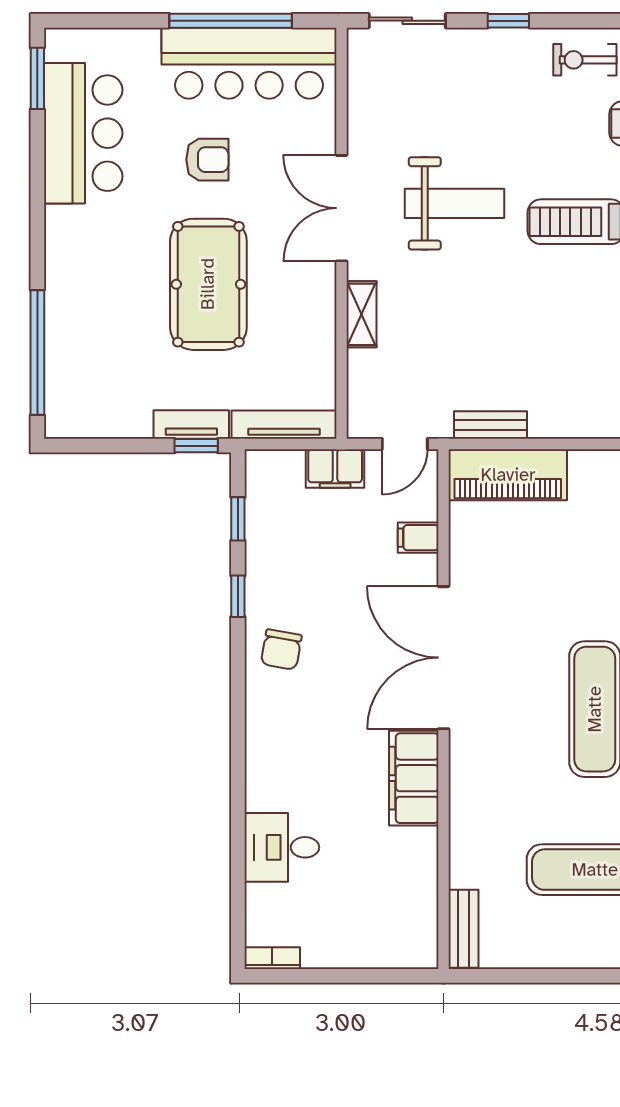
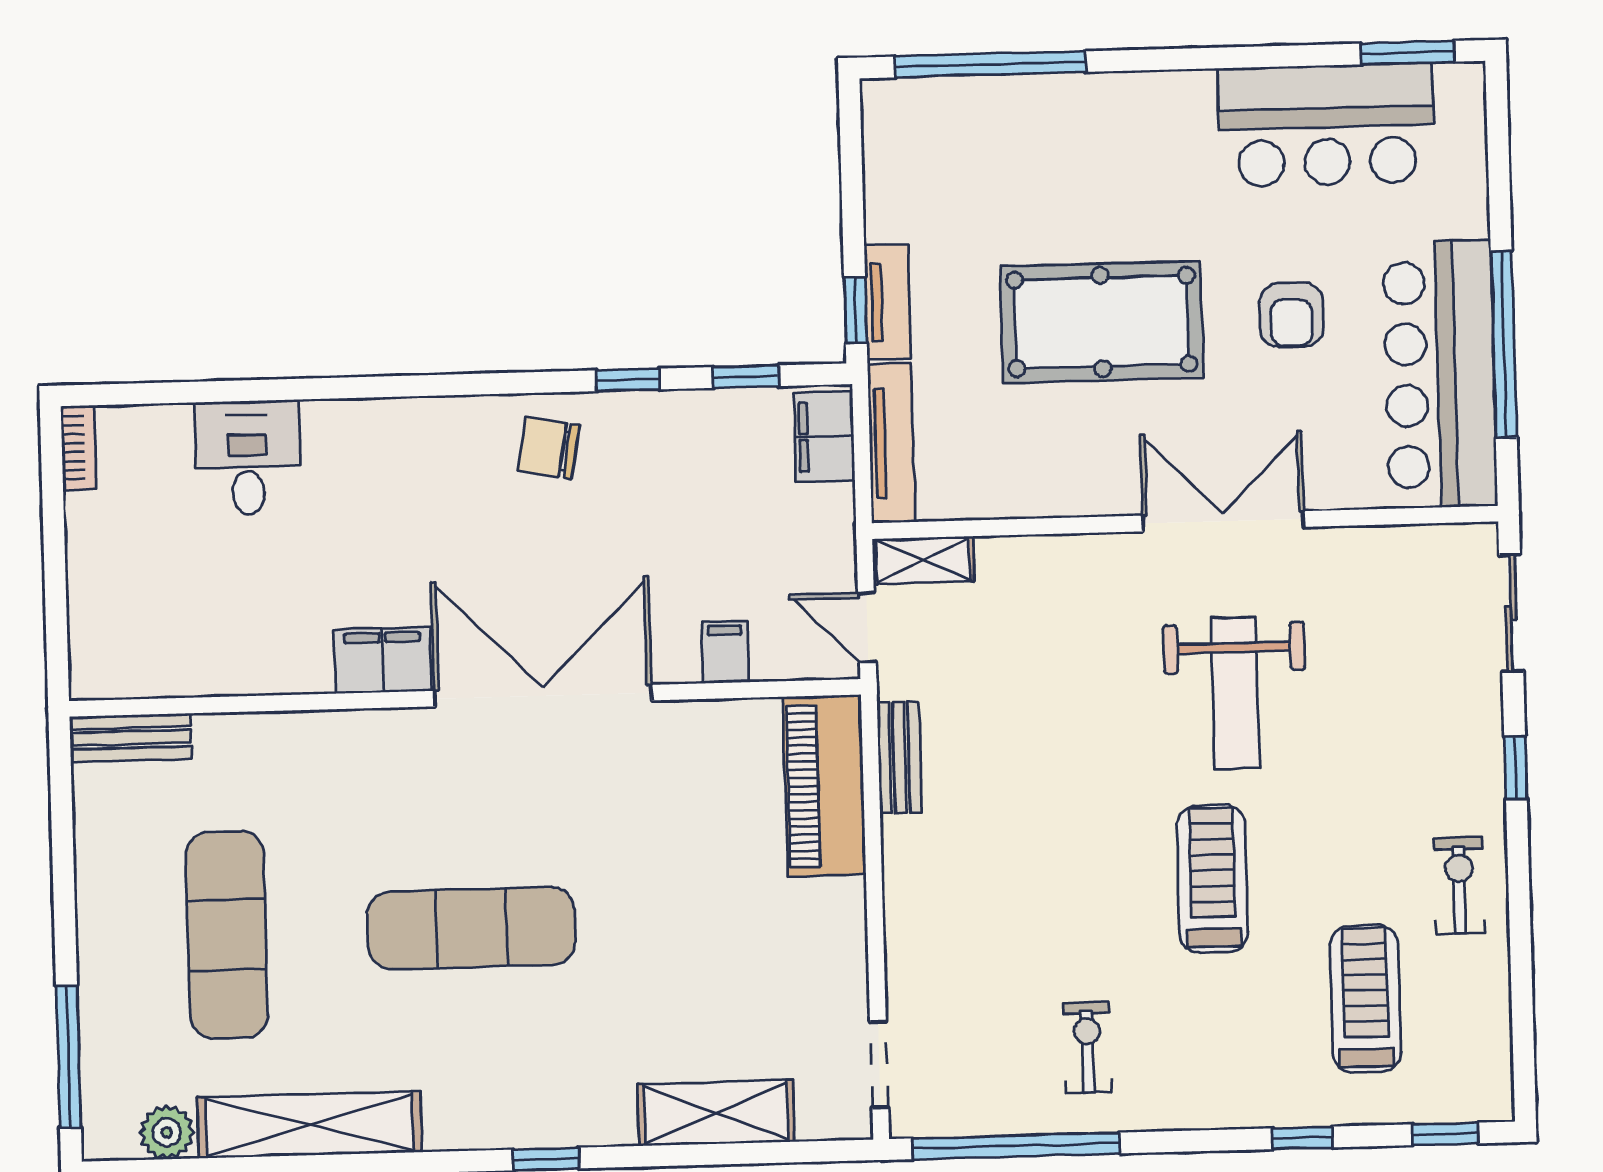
shelving: (362, 314) -> (923, 560), moved
filing cabinet: (335, 468) -> (824, 437), moved
filing cabinet: (414, 778) -> (383, 660), width x0.67, depth x0.86

